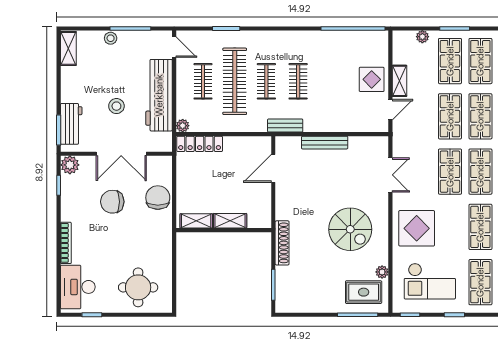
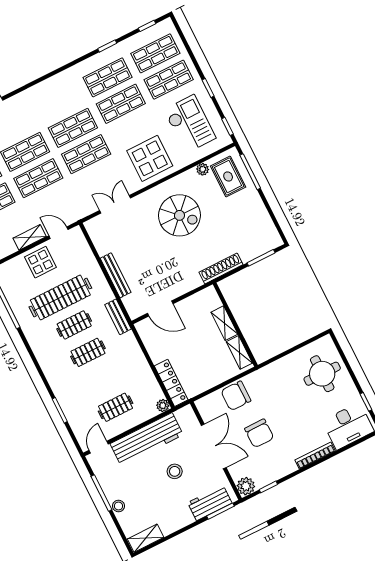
clothes rail: (235, 81) -> (60, 297), moved
spiral stairs: (350, 229) -> (179, 215), turned 90

